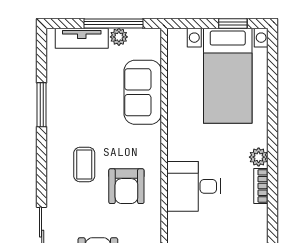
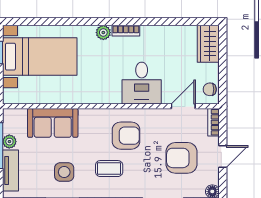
side table: (80, 107) -> (64, 172), added
desk: (194, 186) -> (142, 83), moved

